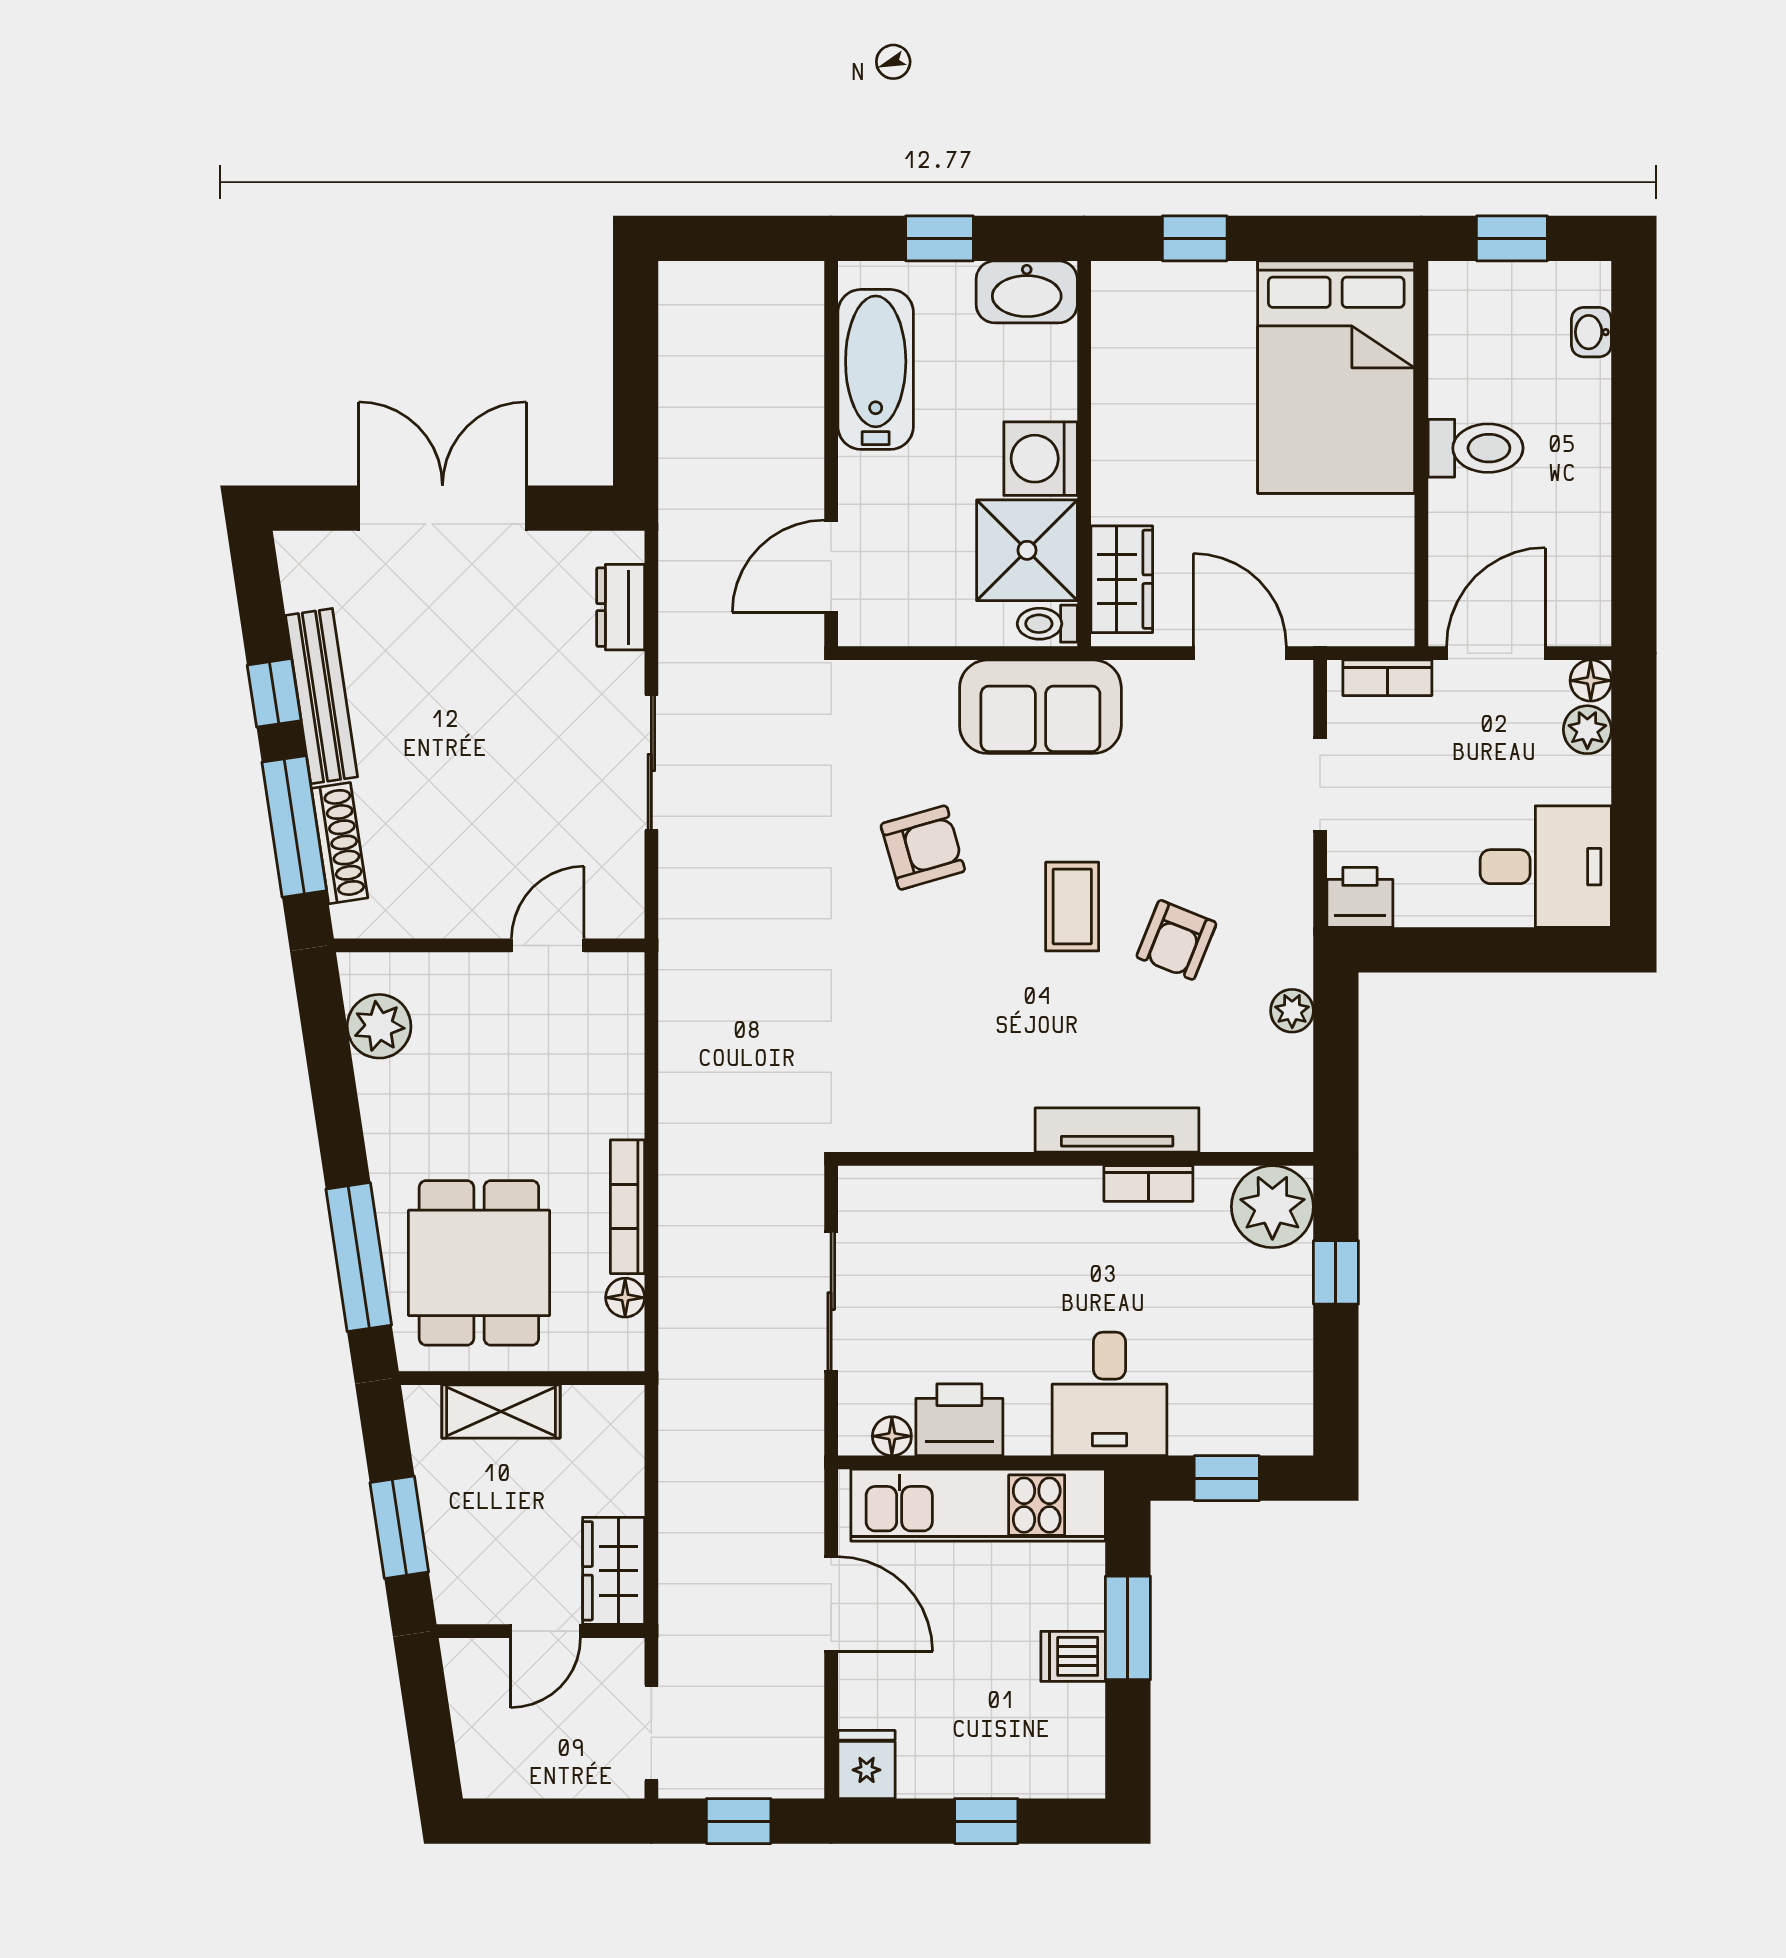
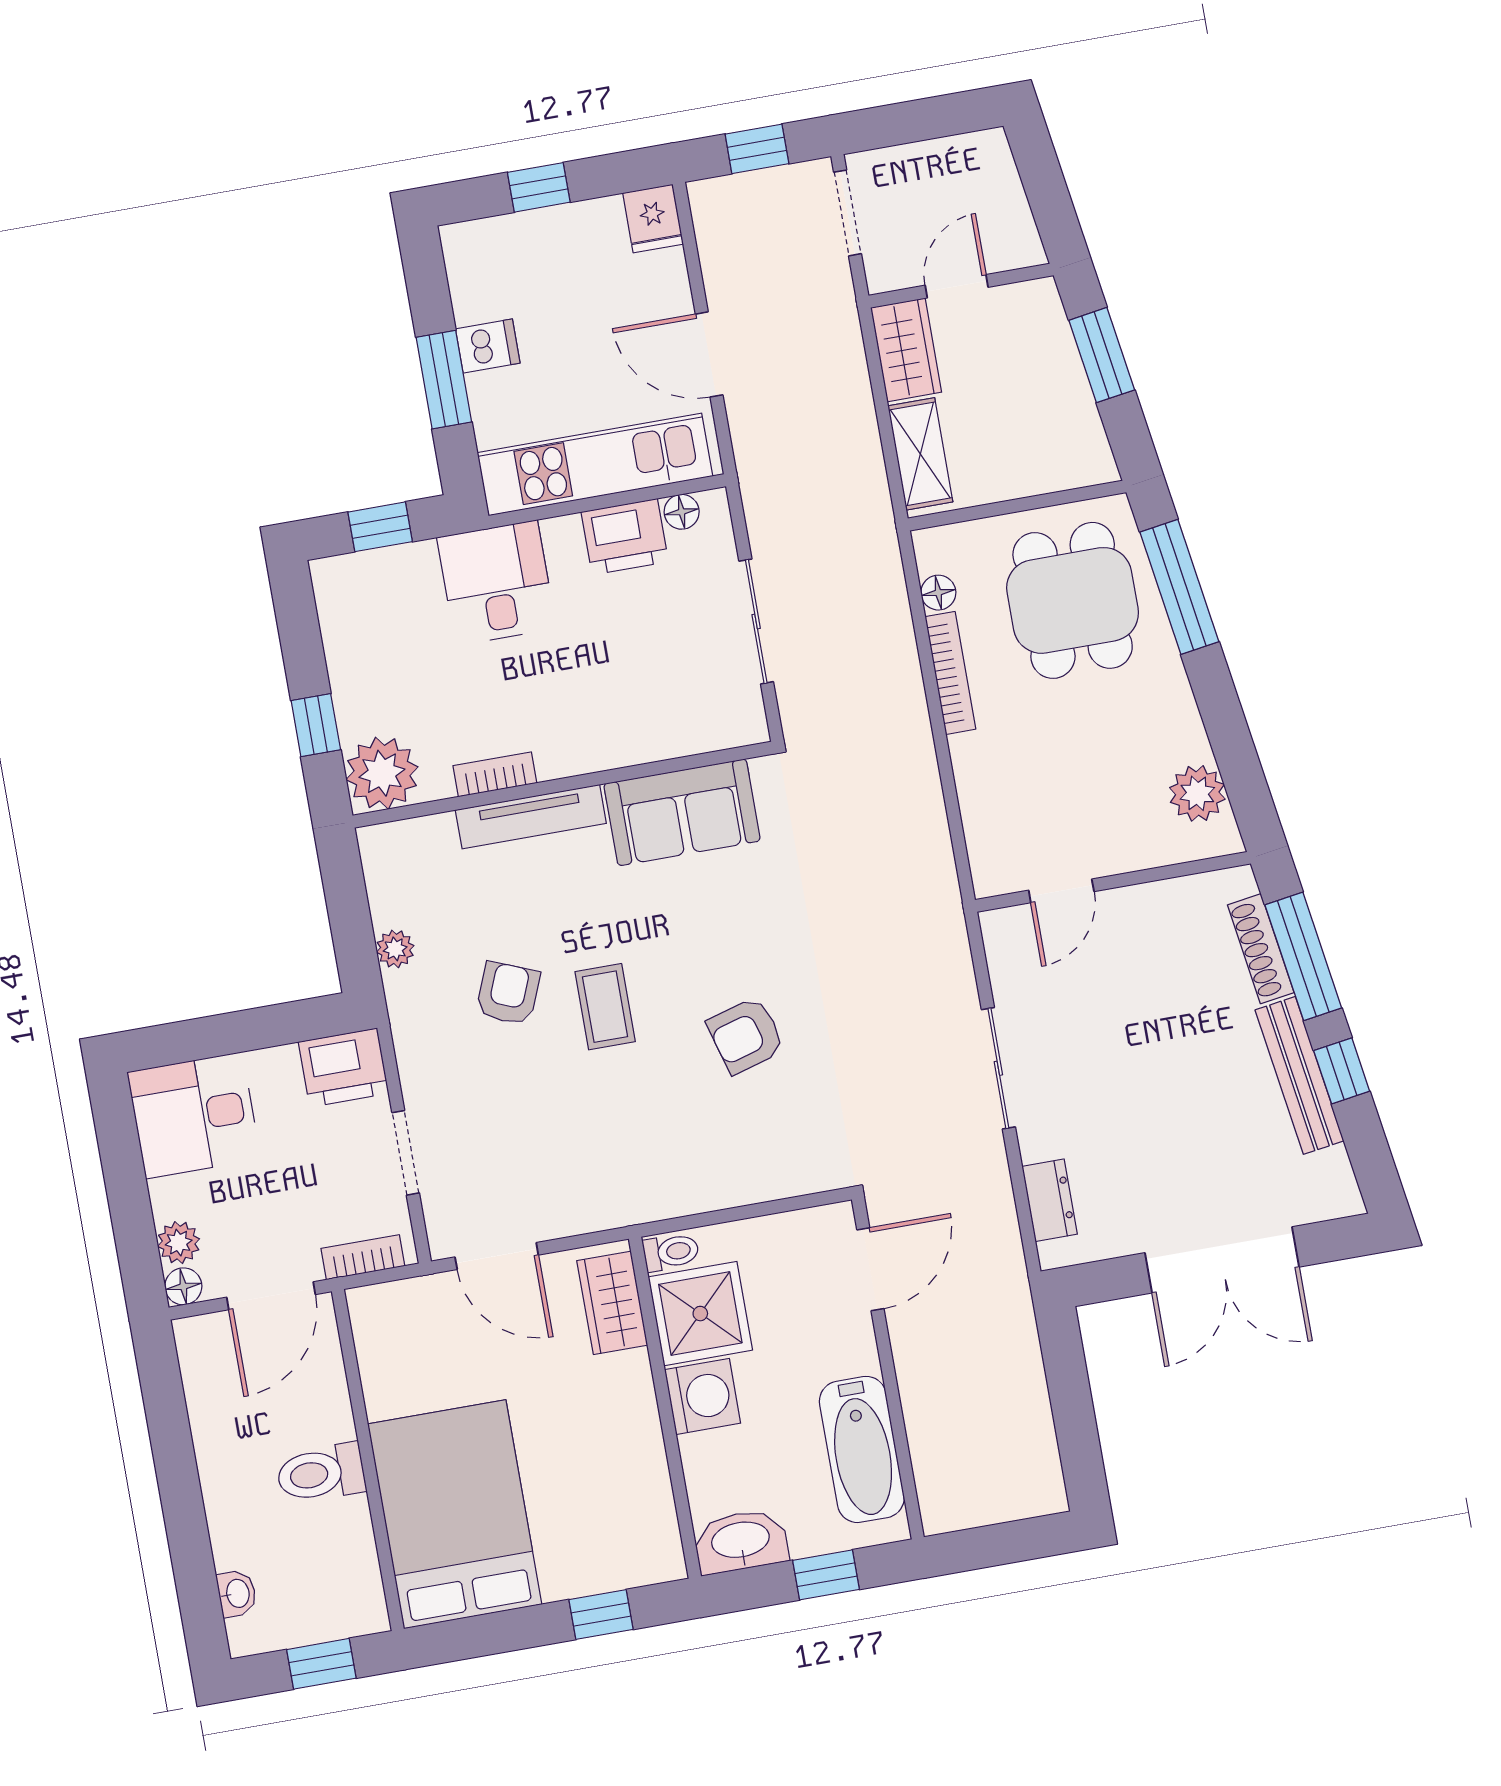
sofa: (1040, 707) -> (682, 812), moved, turned 180
printer: (1360, 897) -> (344, 1068), width x1.36, depth x1.24
shelving: (501, 1412) -> (920, 454), moved, turned 90

